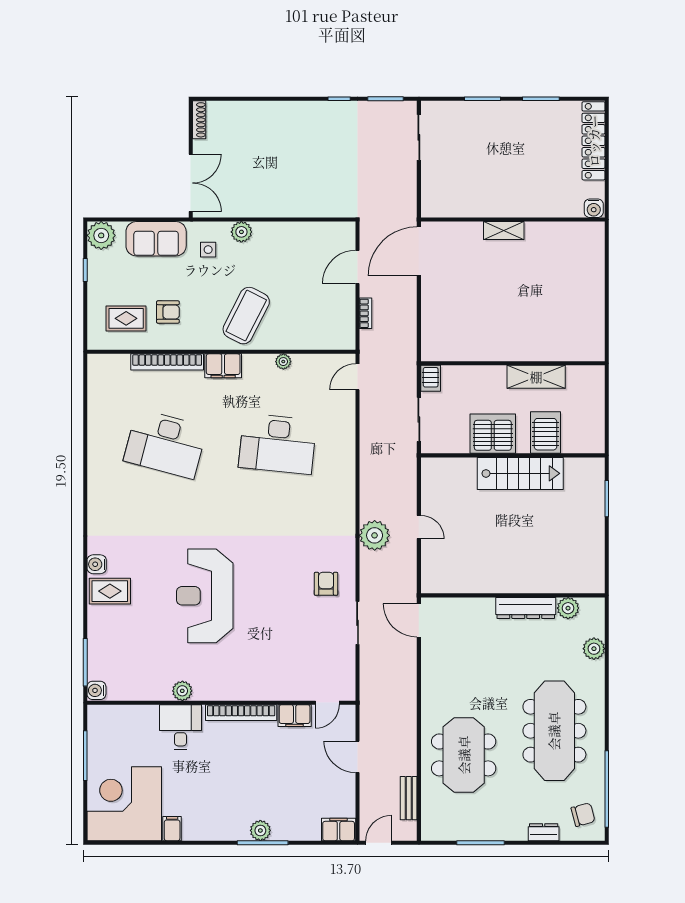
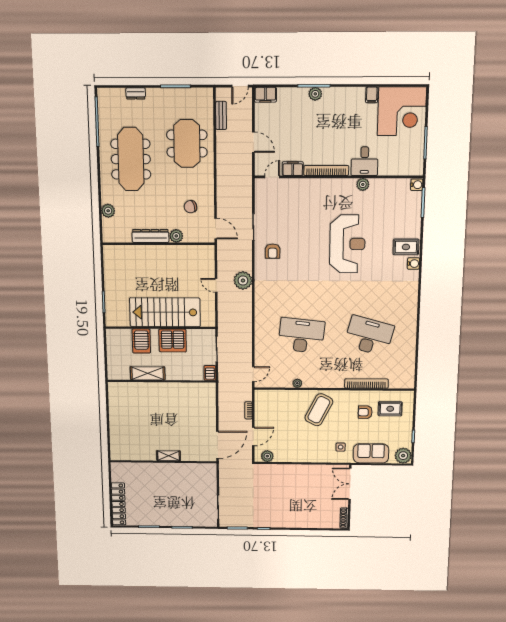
water cooler: (594, 208) -> (117, 467), removed
plant: (241, 232) -> (267, 456), moved
filing cabinet: (223, 366) -> (333, 381), removed
stairs: (520, 473) -> (165, 312), width x1.36, depth x1.51
plant: (568, 608) -> (176, 236), moved
chair: (583, 815) -> (191, 207), moved

